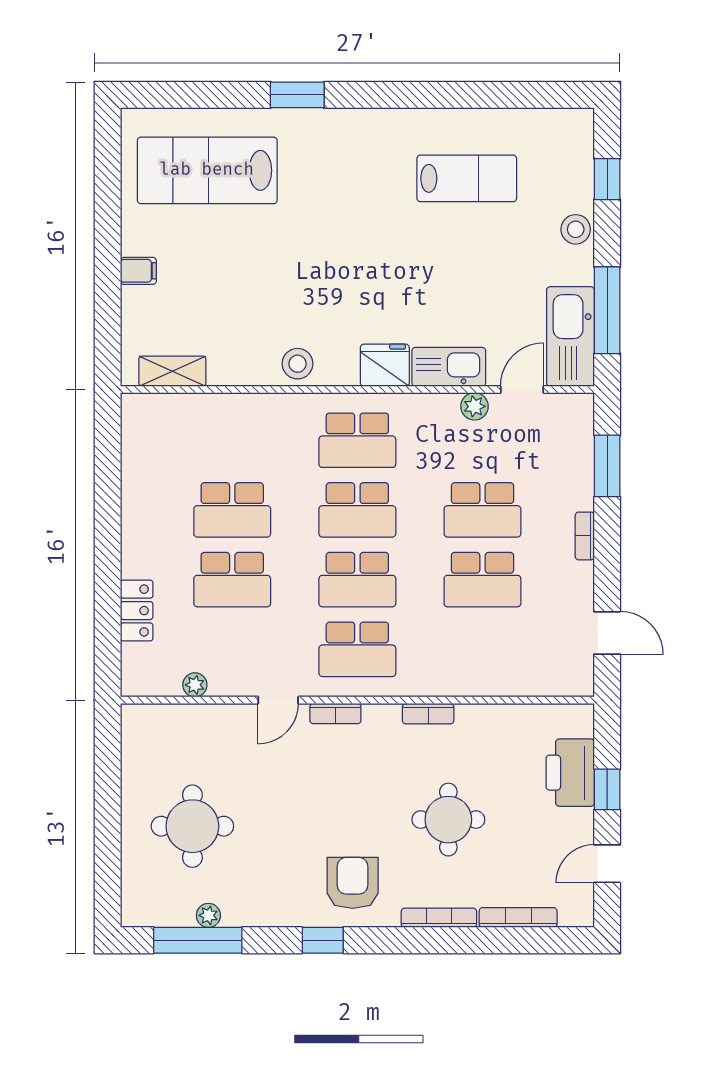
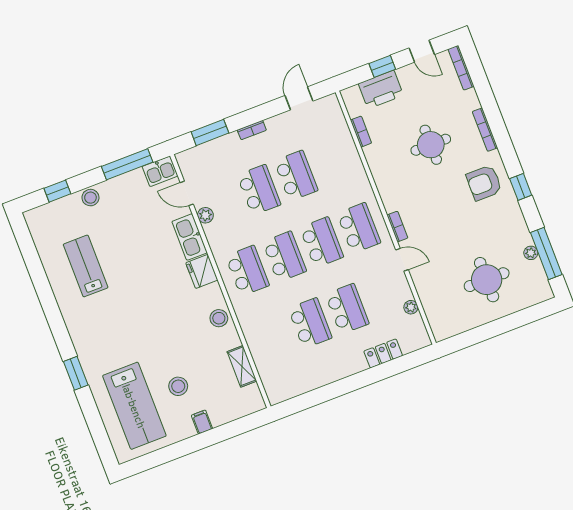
stool: (212, 254) -> (178, 386), added
kitchen sink: (570, 337) -> (160, 171), width x0.53, depth x0.81
shelving: (172, 371) -> (242, 366), moved
bookcase: (428, 714) -> (361, 132), moved
bookcase: (518, 918) -> (461, 68), moved

